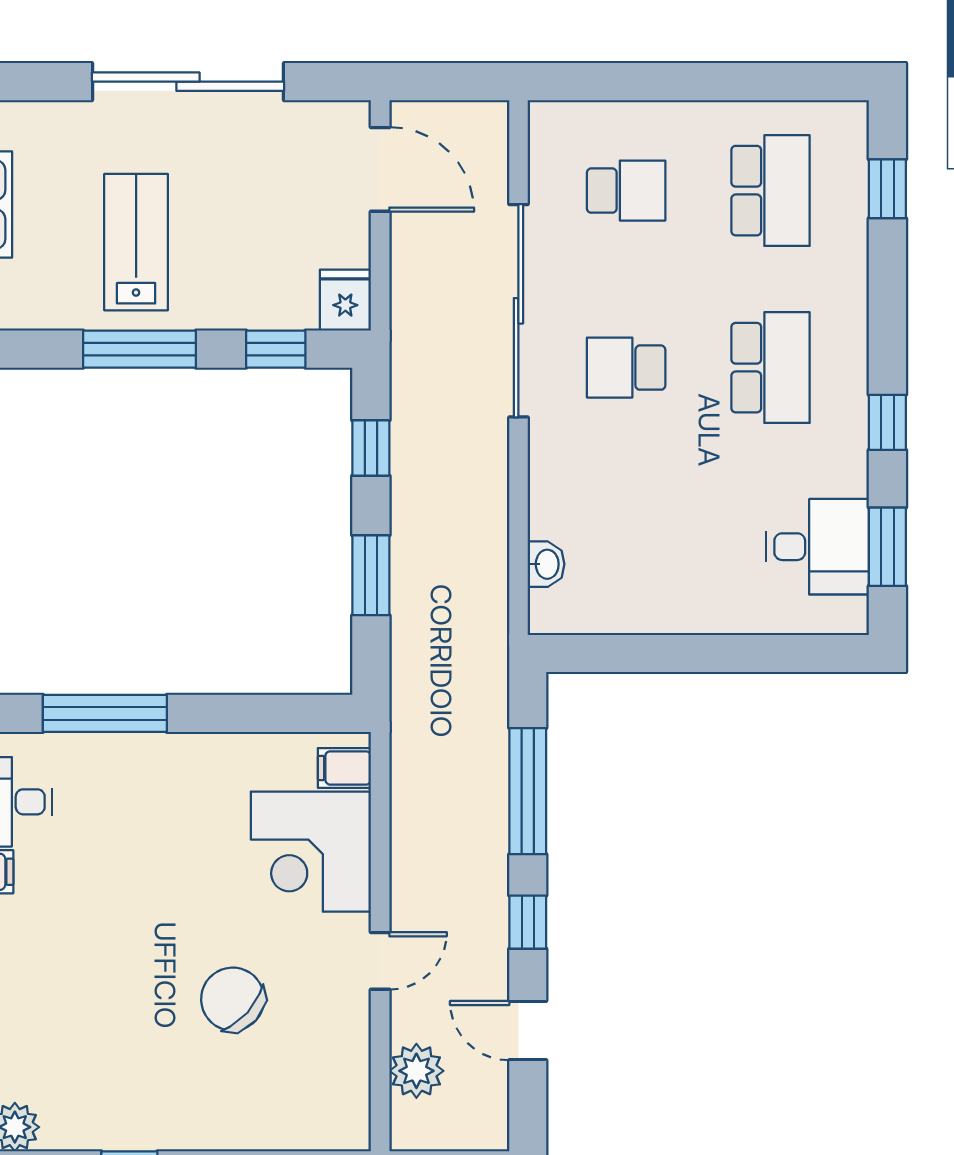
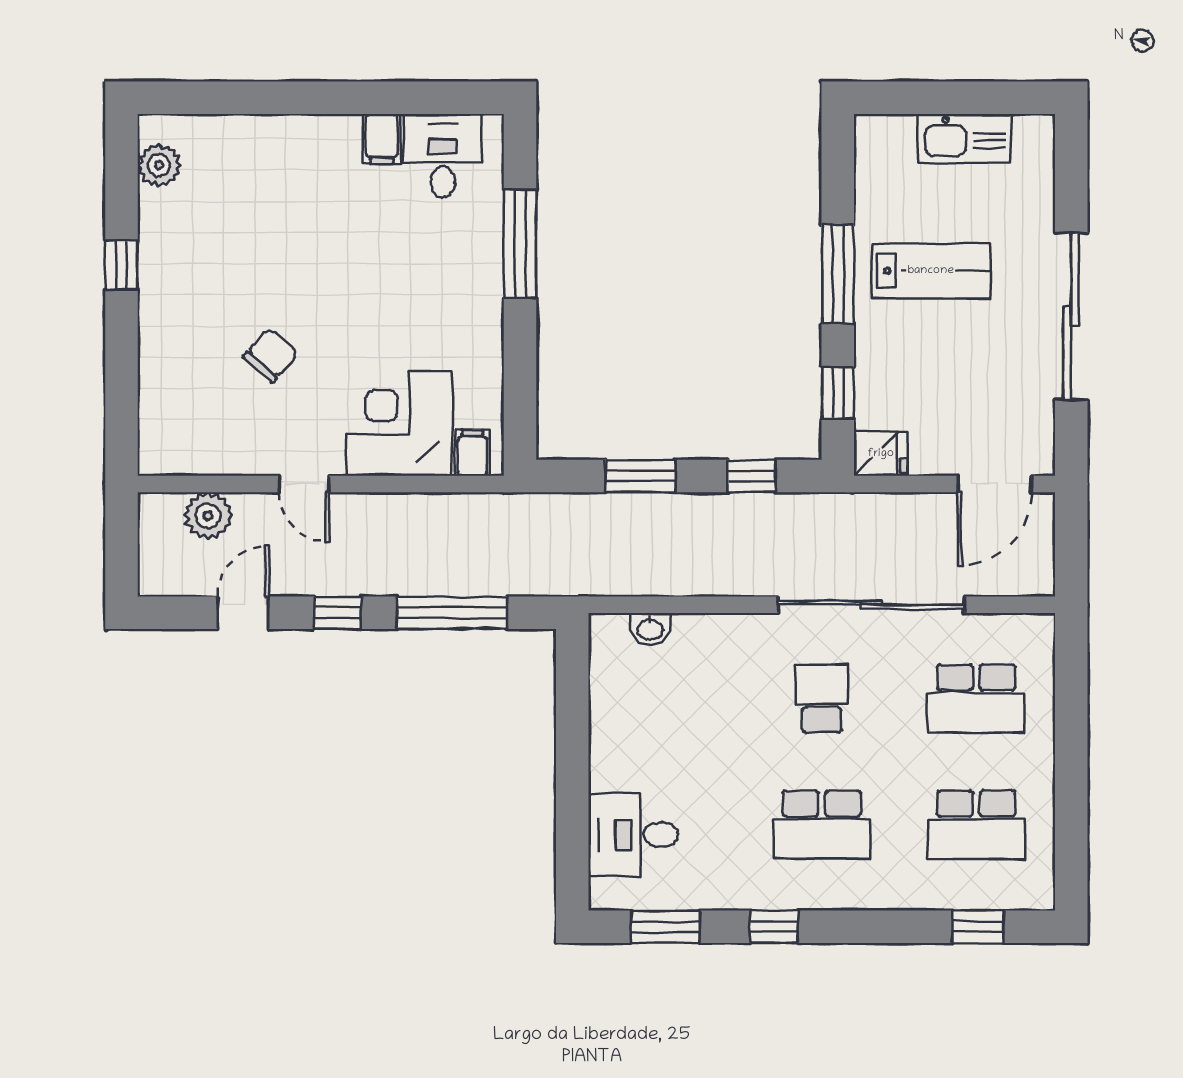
school desk: (626, 191) -> (976, 699), width x1.85
desk: (817, 547) -> (633, 835), moved, turned 90
chair: (233, 999) -> (271, 355), width x0.73, depth x0.73

